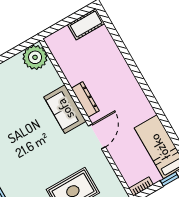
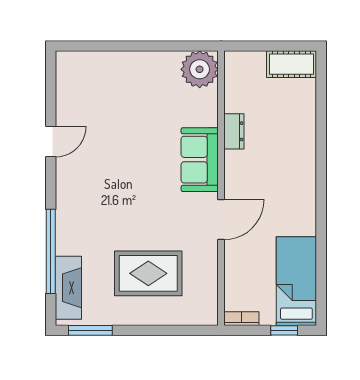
dresser: (85, 99) -> (234, 131), moved, width x0.70

